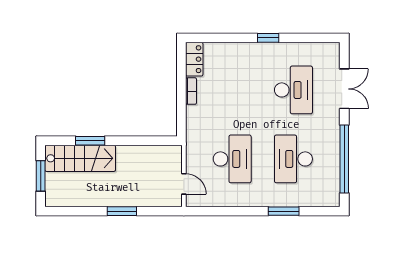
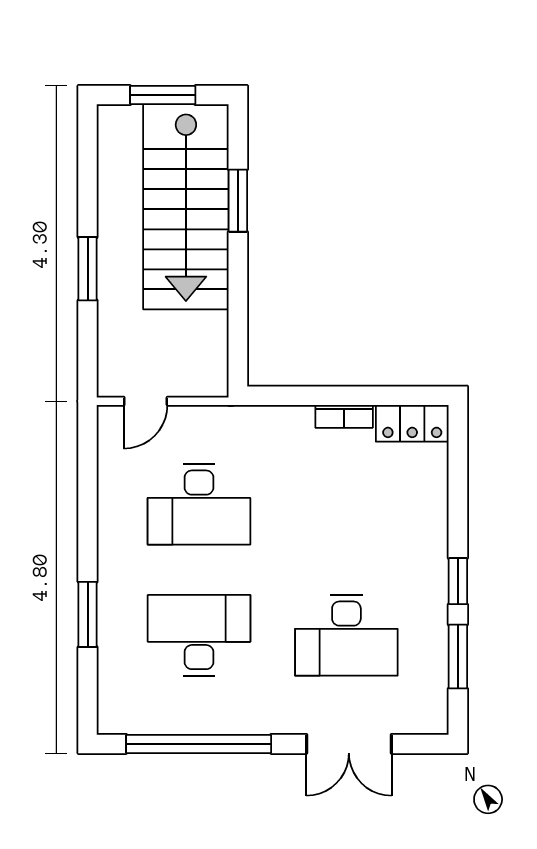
window: (303, 38) -> (458, 657), added
stairs: (80, 158) -> (186, 207), width x1.36, depth x1.51

